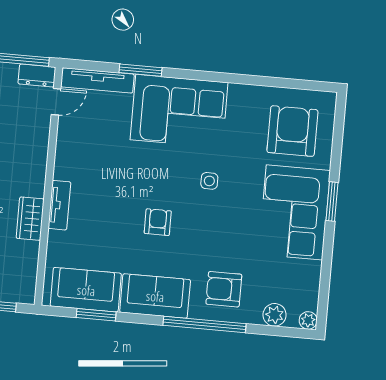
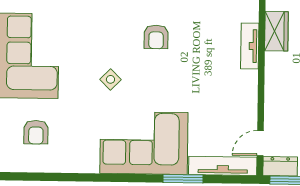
armchair: (292, 131) -> (36, 132), width x0.53, depth x0.53
side table: (209, 181) -> (110, 79), turned 45

